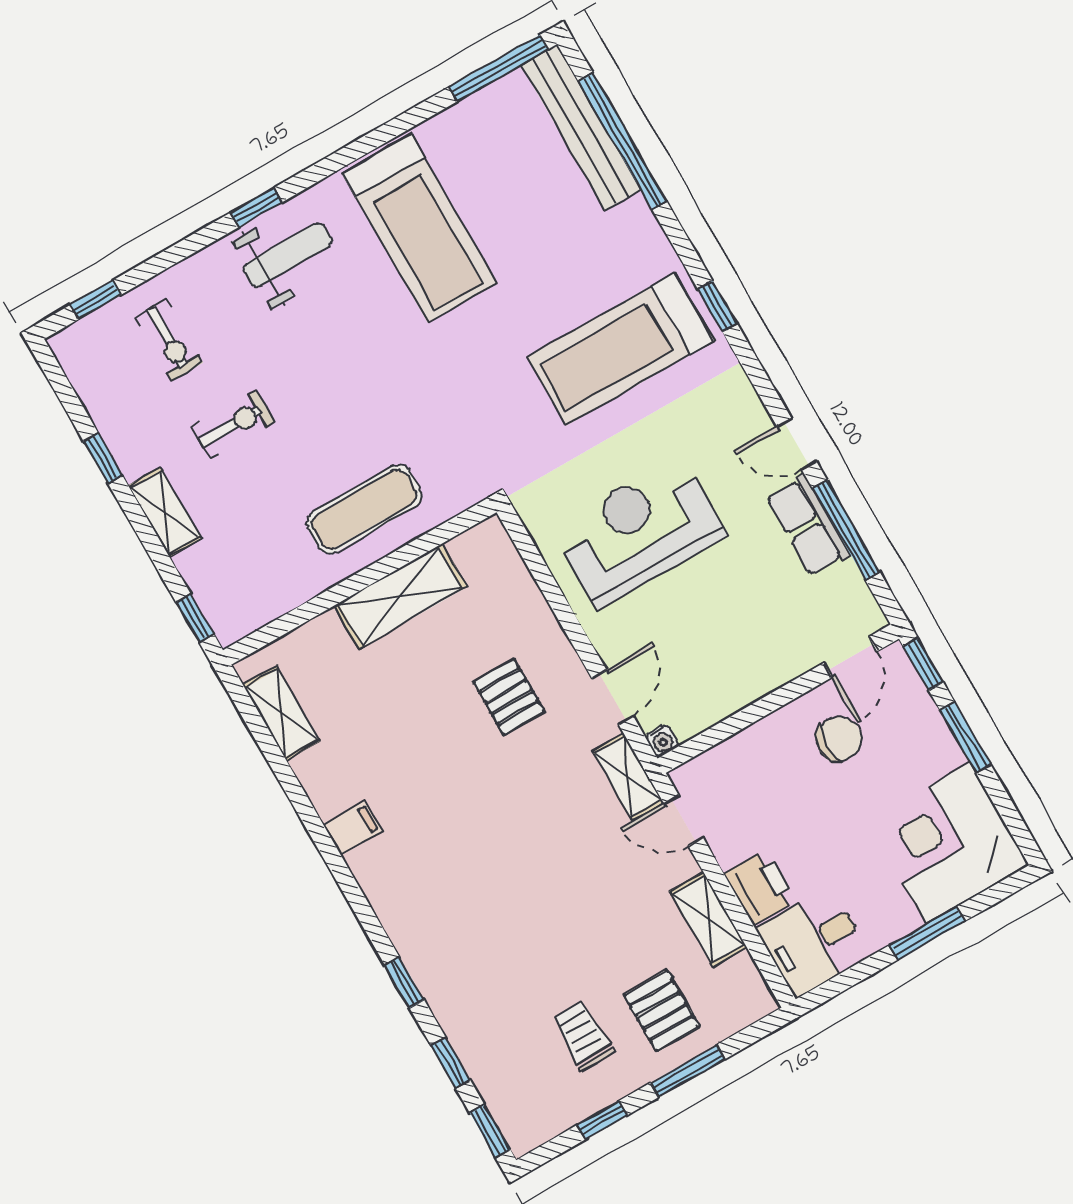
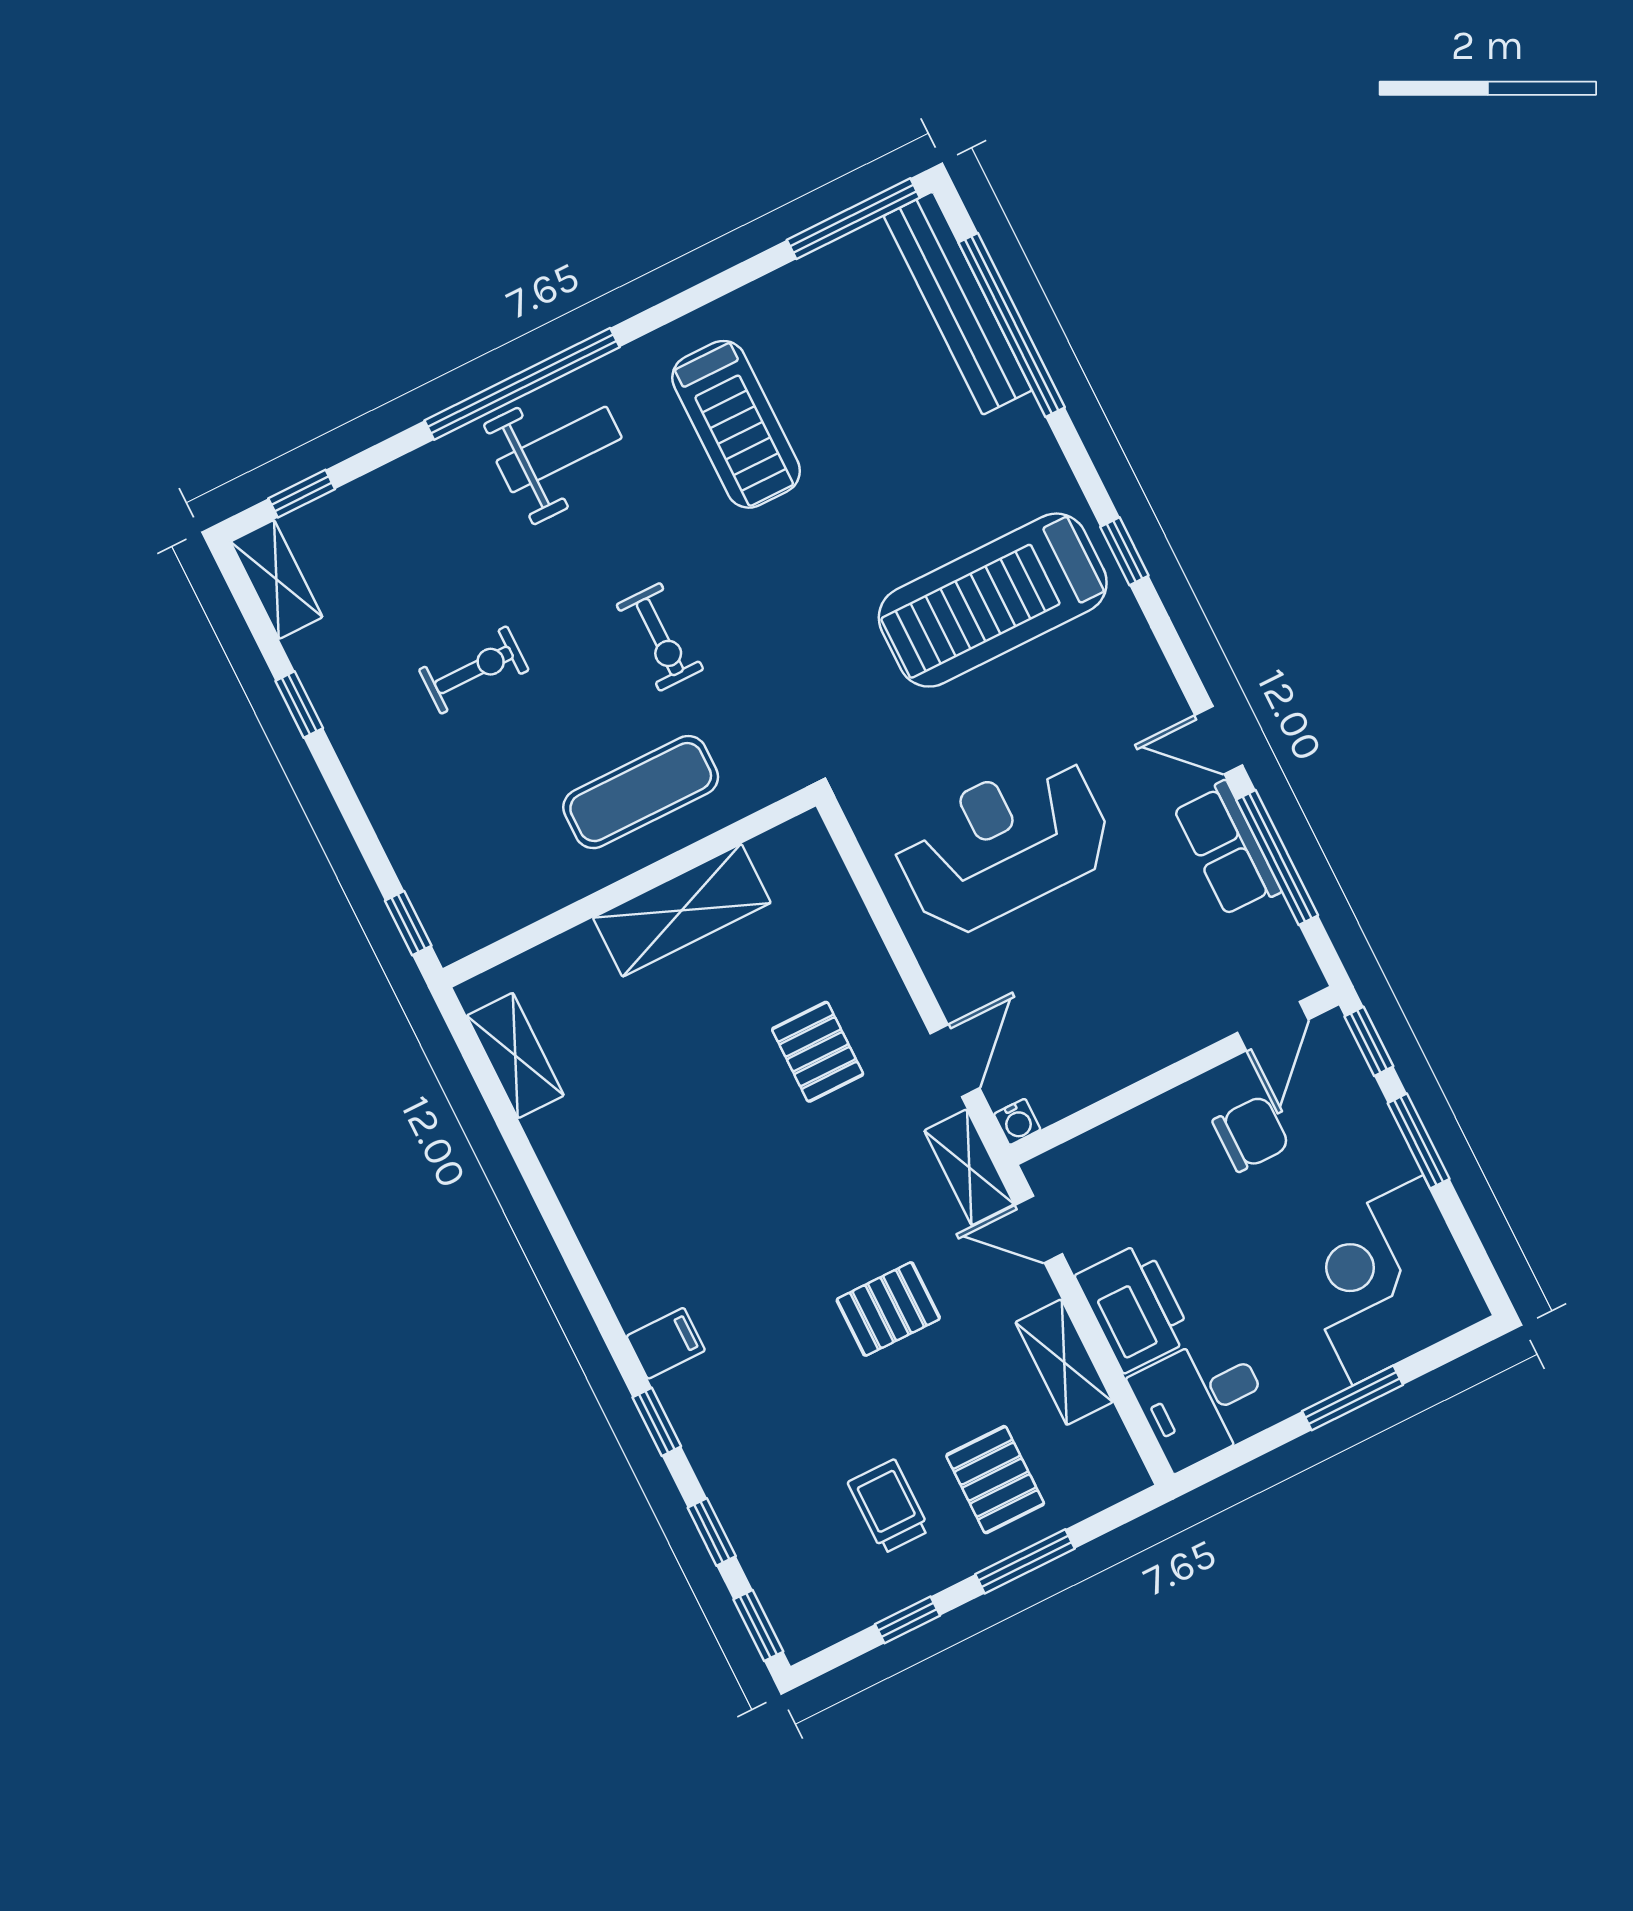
window: (257, 207) -> (522, 384), width x3.17
treadmill: (419, 228) -> (736, 424), width x0.73, depth x0.73
exercise bike: (169, 340) -> (660, 637), moved
shelving: (165, 512) -> (276, 579), moved
filing cabinet: (353, 828) -> (666, 1343), moved
pallet: (574, 887) -> (888, 1309), added
printer: (760, 887) -> (1134, 1307), width x1.37, depth x1.19

